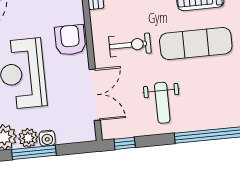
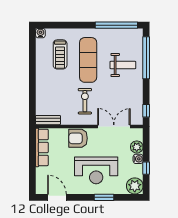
weight bench: (162, 103) -> (123, 65), moved
plant: (28, 138) -> (137, 147), moved
window: (34, 152) -> (146, 168), width x0.46

